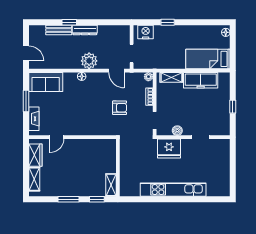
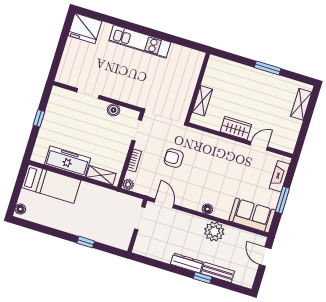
nightstand: (146, 32) -> (115, 239), removed
plant: (89, 61) -> (214, 231), moved
fridge: (169, 148) -> (85, 28), moved, turned 180
wardrobe: (35, 155) -> (236, 128), moved, turned 90
shelving: (111, 185) -> (202, 101), moved
kitchen unit: (173, 190) -> (140, 41), width x0.73
window: (97, 199) -> (234, 58), removed

